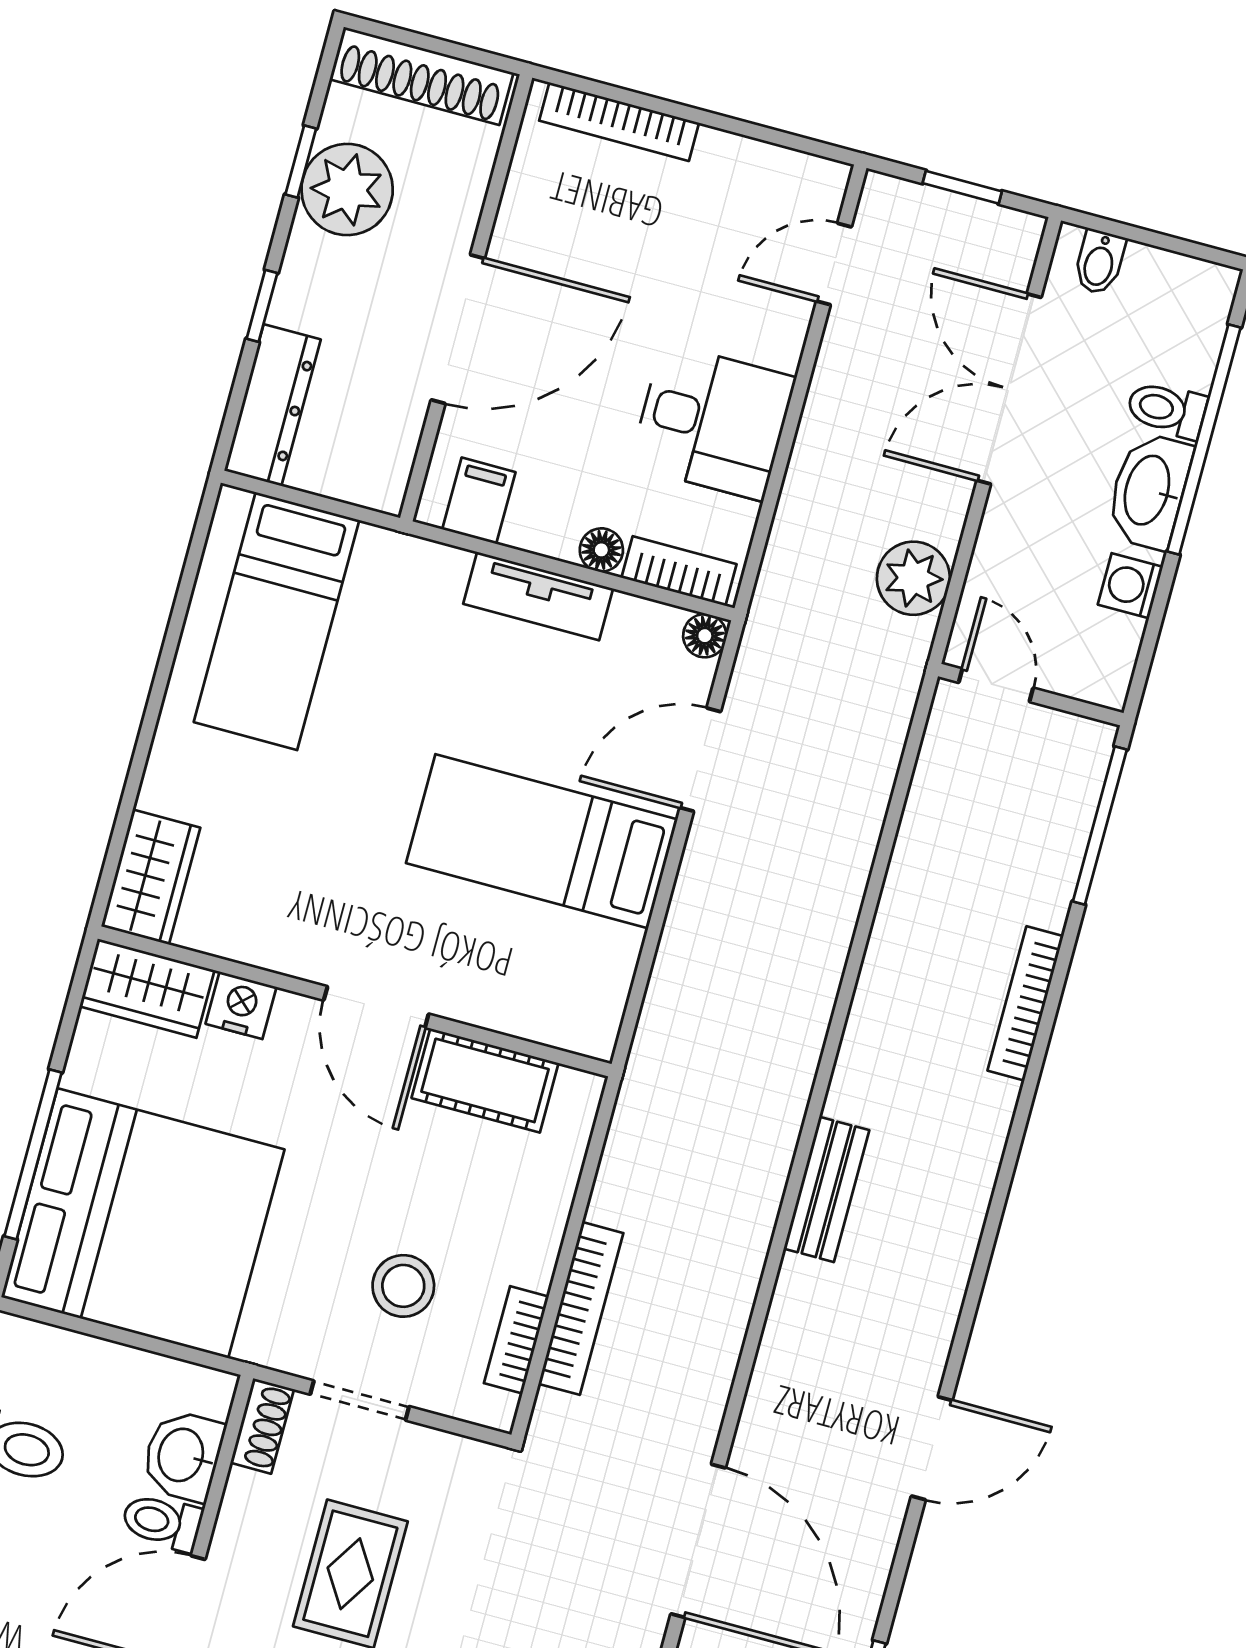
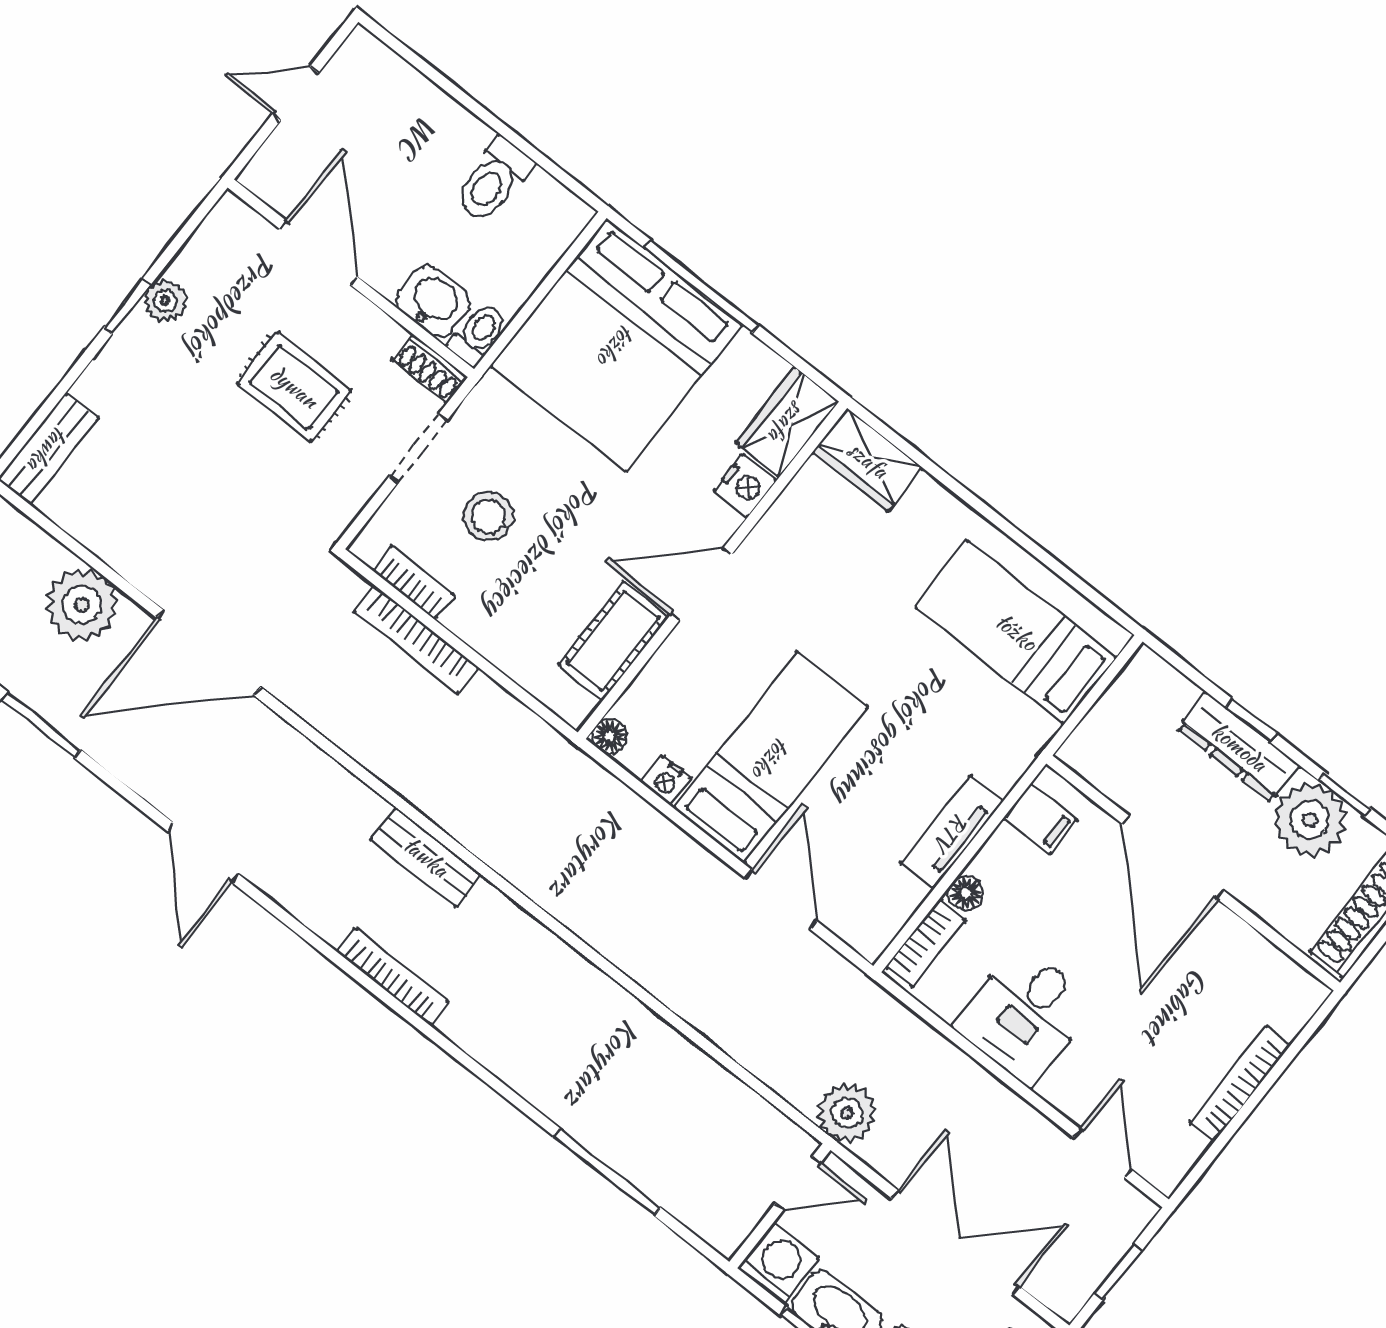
bookcase: (619, 122) -> (1240, 1084), moved
dresser: (272, 405) -> (1239, 747), moved
washing machine: (1130, 586) -> (778, 1263), width x1.38, depth x1.38
floor lamp: (705, 636) -> (610, 736), moved
door: (996, 685) -> (798, 1183), moved
wall: (1031, 695) -> (780, 1206), moved
nightstand: (620, 950) -> (667, 781), added
bookcase: (1025, 1003) -> (393, 977), moved
toilet: (162, 1522) -> (478, 334), moved

